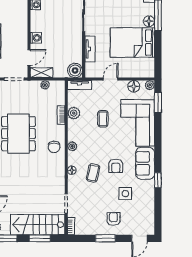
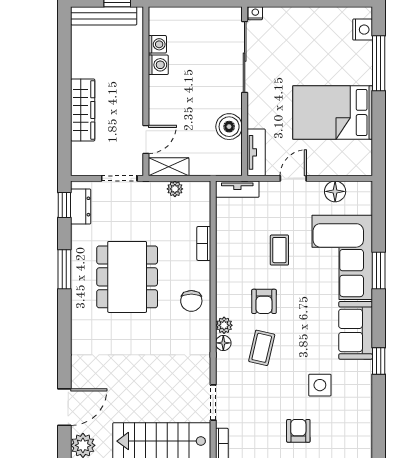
floor lamp: (149, 21) -> (363, 74), removed
washing machine: (36, 38) -> (158, 65), moved
tv unit: (90, 49) -> (256, 152), moved
boiler: (75, 70) -> (229, 127), moved
plant: (150, 85) -> (364, 189), removed
window: (158, 102) -> (379, 271), moved
plant: (74, 113) -> (227, 240), removed
plant: (72, 146) -> (224, 325), moved
armchair: (116, 166) -> (264, 301), moved

